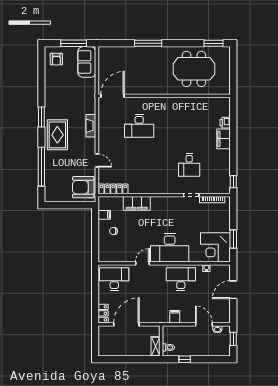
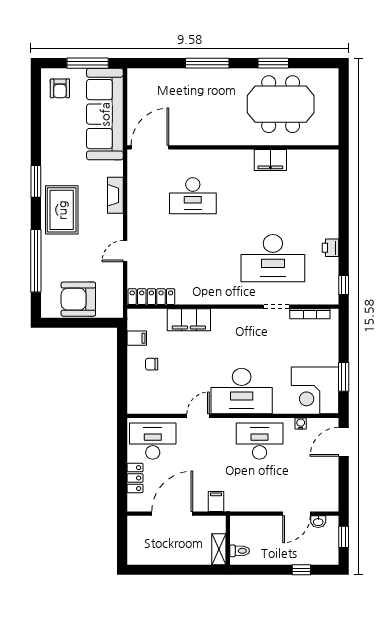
window: (213, 43) -> (273, 63), moved
sofa: (87, 62) -> (105, 114), width x1.85, depth x1.27
printer: (225, 123) -> (331, 248), moved
filing cabinet: (223, 139) -> (270, 160), moved, turned -90
door: (97, 161) -> (125, 251), swing flipped
desk: (189, 165) -> (273, 258), width x1.87, depth x1.30
armchair: (83, 187) -> (78, 299), moved
door: (233, 290) -> (344, 442), moved
locker: (103, 313) -> (135, 478), moved
filing cabinet: (175, 317) -> (216, 502), moved
door: (204, 324) -> (297, 514), swing flipped
window: (185, 359) -> (301, 570), moved

